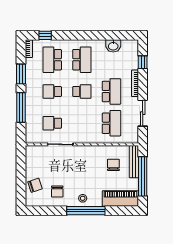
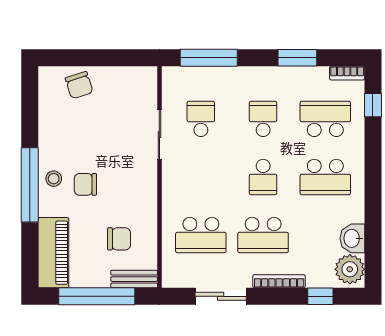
plant: (129, 47) -> (350, 269), added
window: (21, 107) -> (209, 58), moved
bench: (134, 162) -> (134, 279), width x0.73
chair: (57, 191) -> (85, 184), moved

